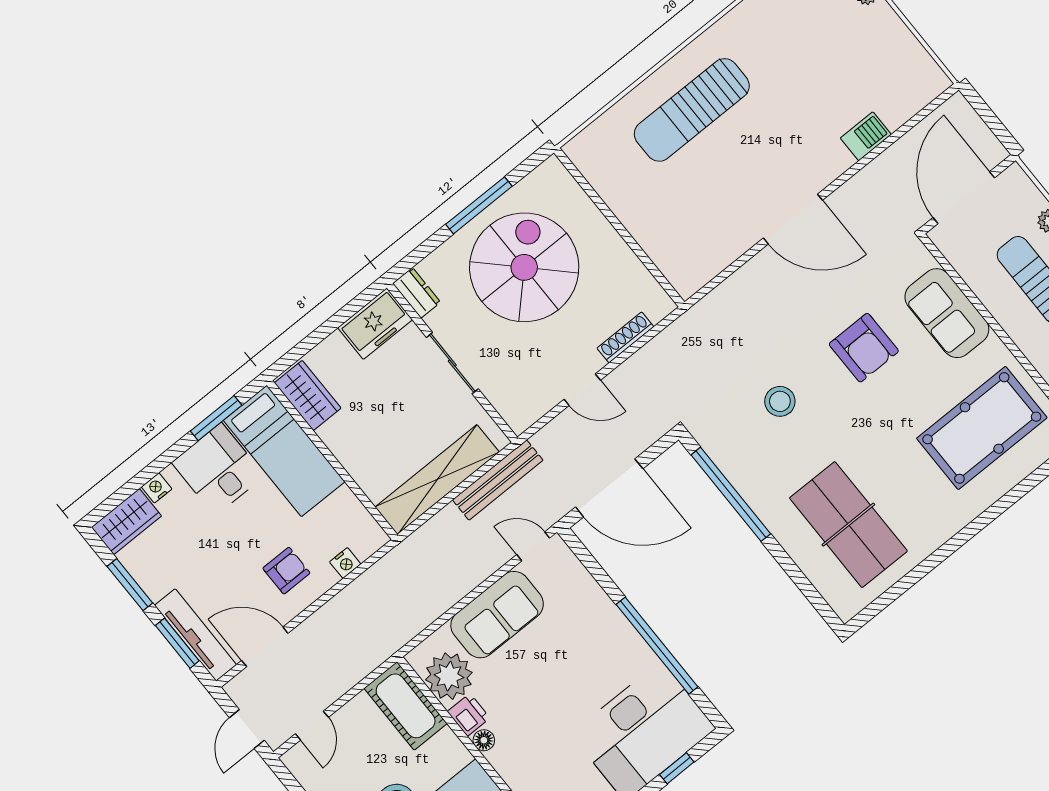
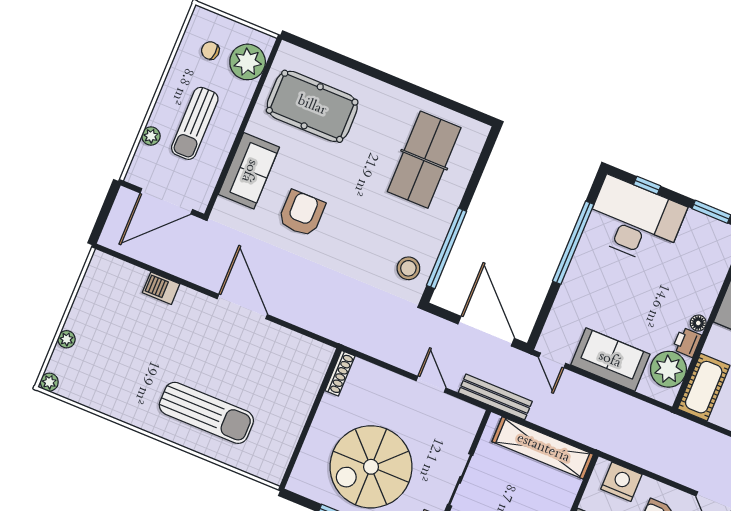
shoe rack: (625, 337) -> (340, 373), moved, turned -90
stool: (780, 401) -> (408, 268), moved
bench: (498, 480) -> (495, 397), moved
nightstand: (345, 563) -> (621, 482), width x1.89, depth x1.79

